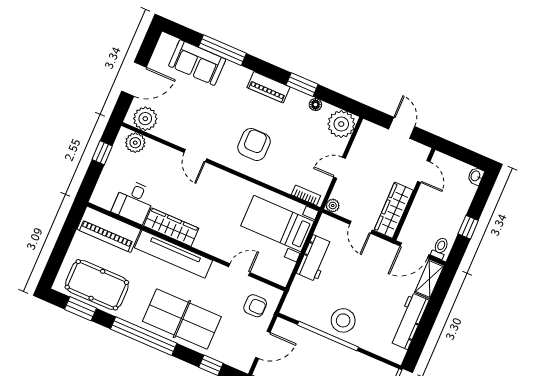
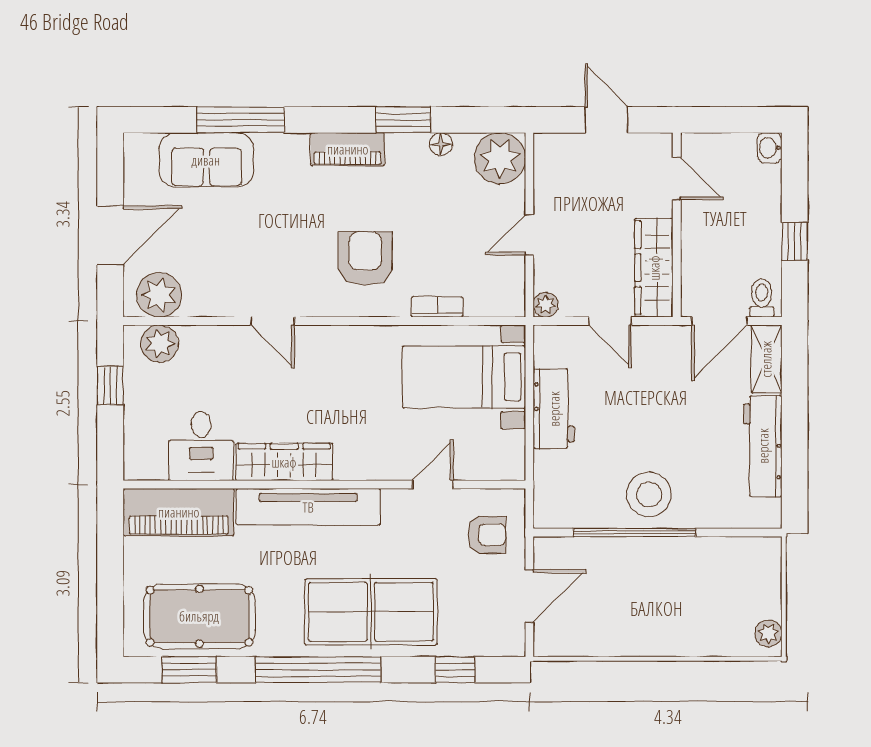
bookcase: (306, 195) -> (437, 307), moved

